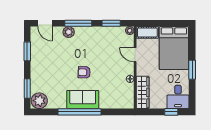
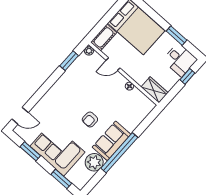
window: (78, 23) -> (45, 88), removed
plant: (69, 32) -> (45, 103), removed
corner sofa: (45, 68) -> (58, 149), added
window: (192, 70) -> (177, 36), moved
wardrobe: (143, 92) -> (155, 90), width x0.67
plant: (39, 101) -> (94, 162), moved

